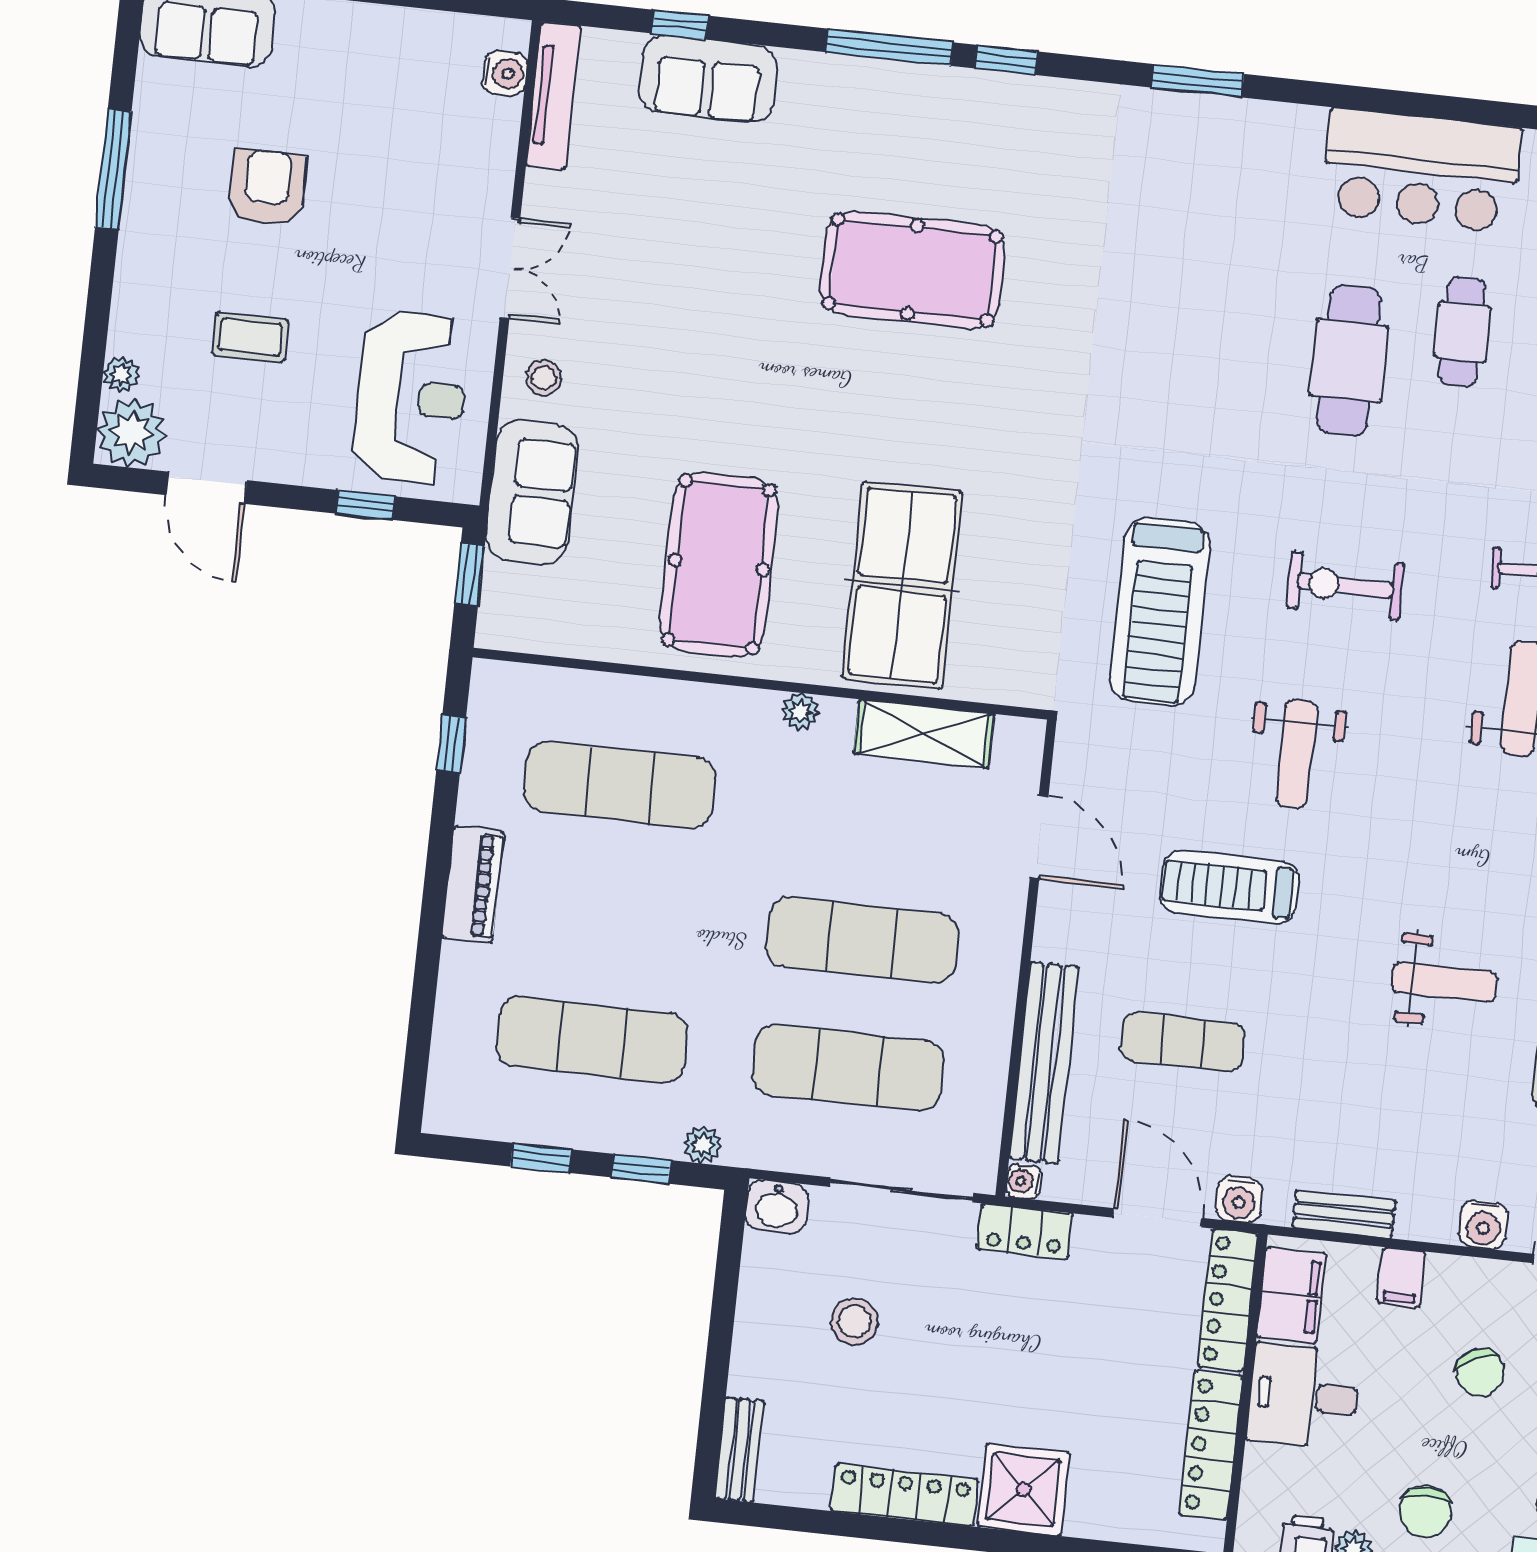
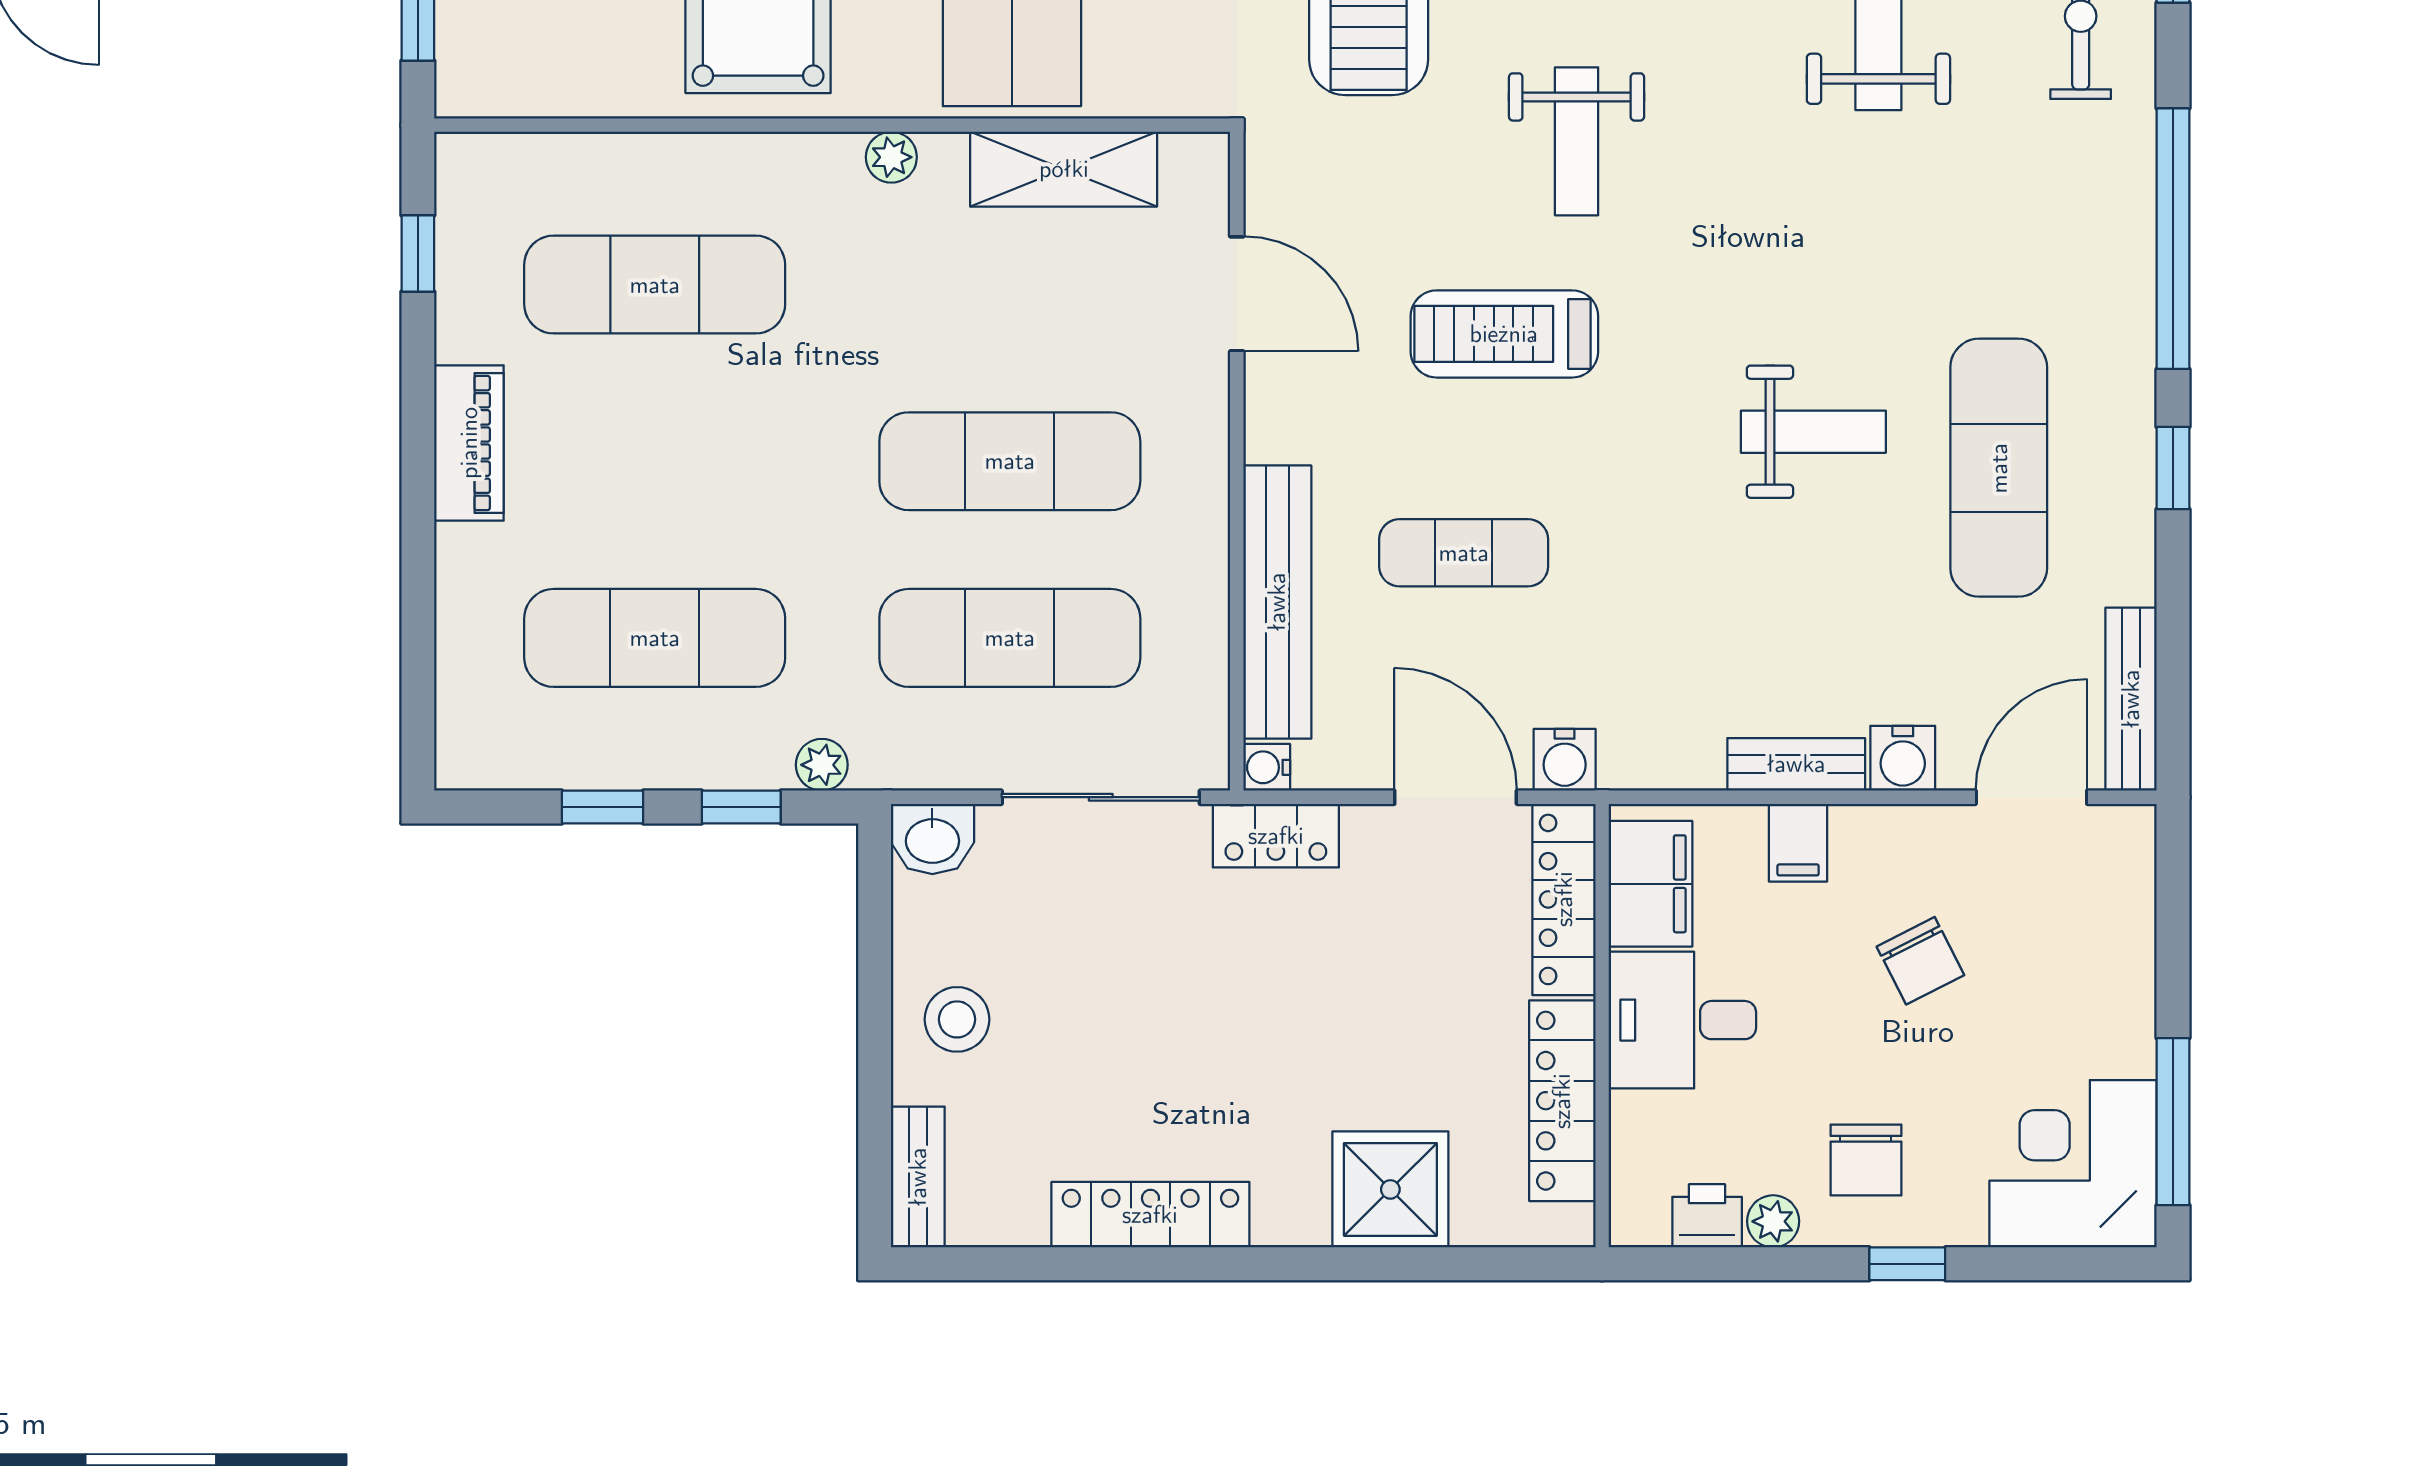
bench: (1344, 1214) -> (1796, 764), moved
stool: (854, 1322) -> (957, 1019), moved
shower: (1024, 1490) -> (1390, 1189), moved

